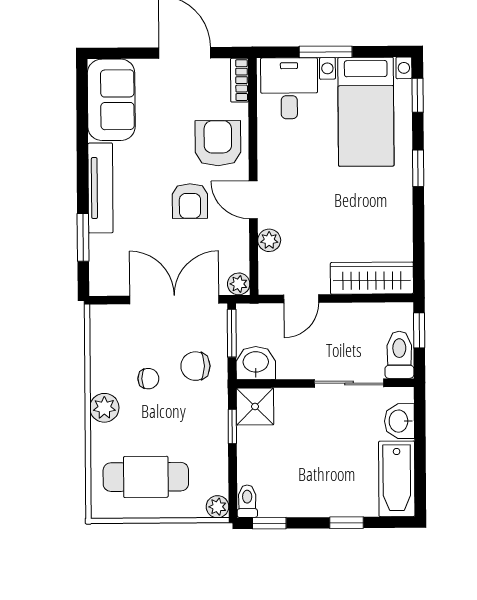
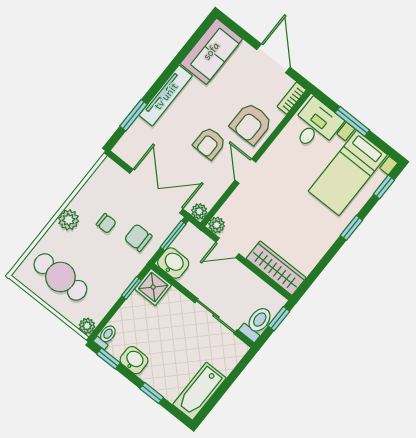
armchair: (218, 143) -> (251, 124), turned 180
plant: (269, 240) -> (217, 225), moved
washbasin: (399, 421) -> (134, 360), moved, turned 90

